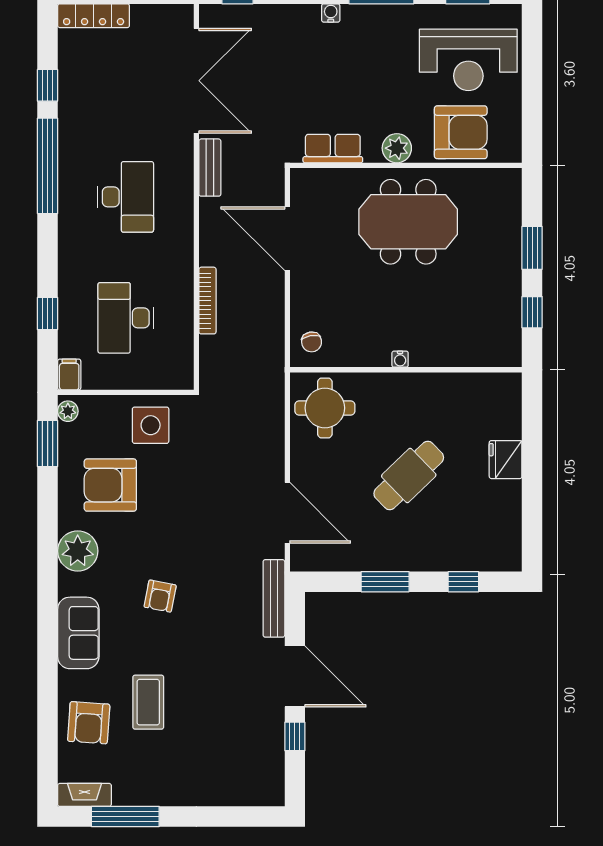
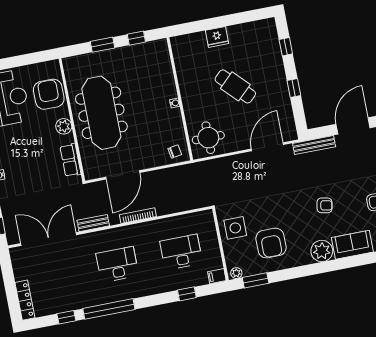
meeting table: (408, 222) -> (101, 113), width x1.36
bookcase: (207, 301) -> (138, 216), moved
desk: (126, 318) -> (181, 252), turned 180
plant: (78, 551) -> (322, 251), moved
window: (385, 582) -> (294, 88), width x0.67

